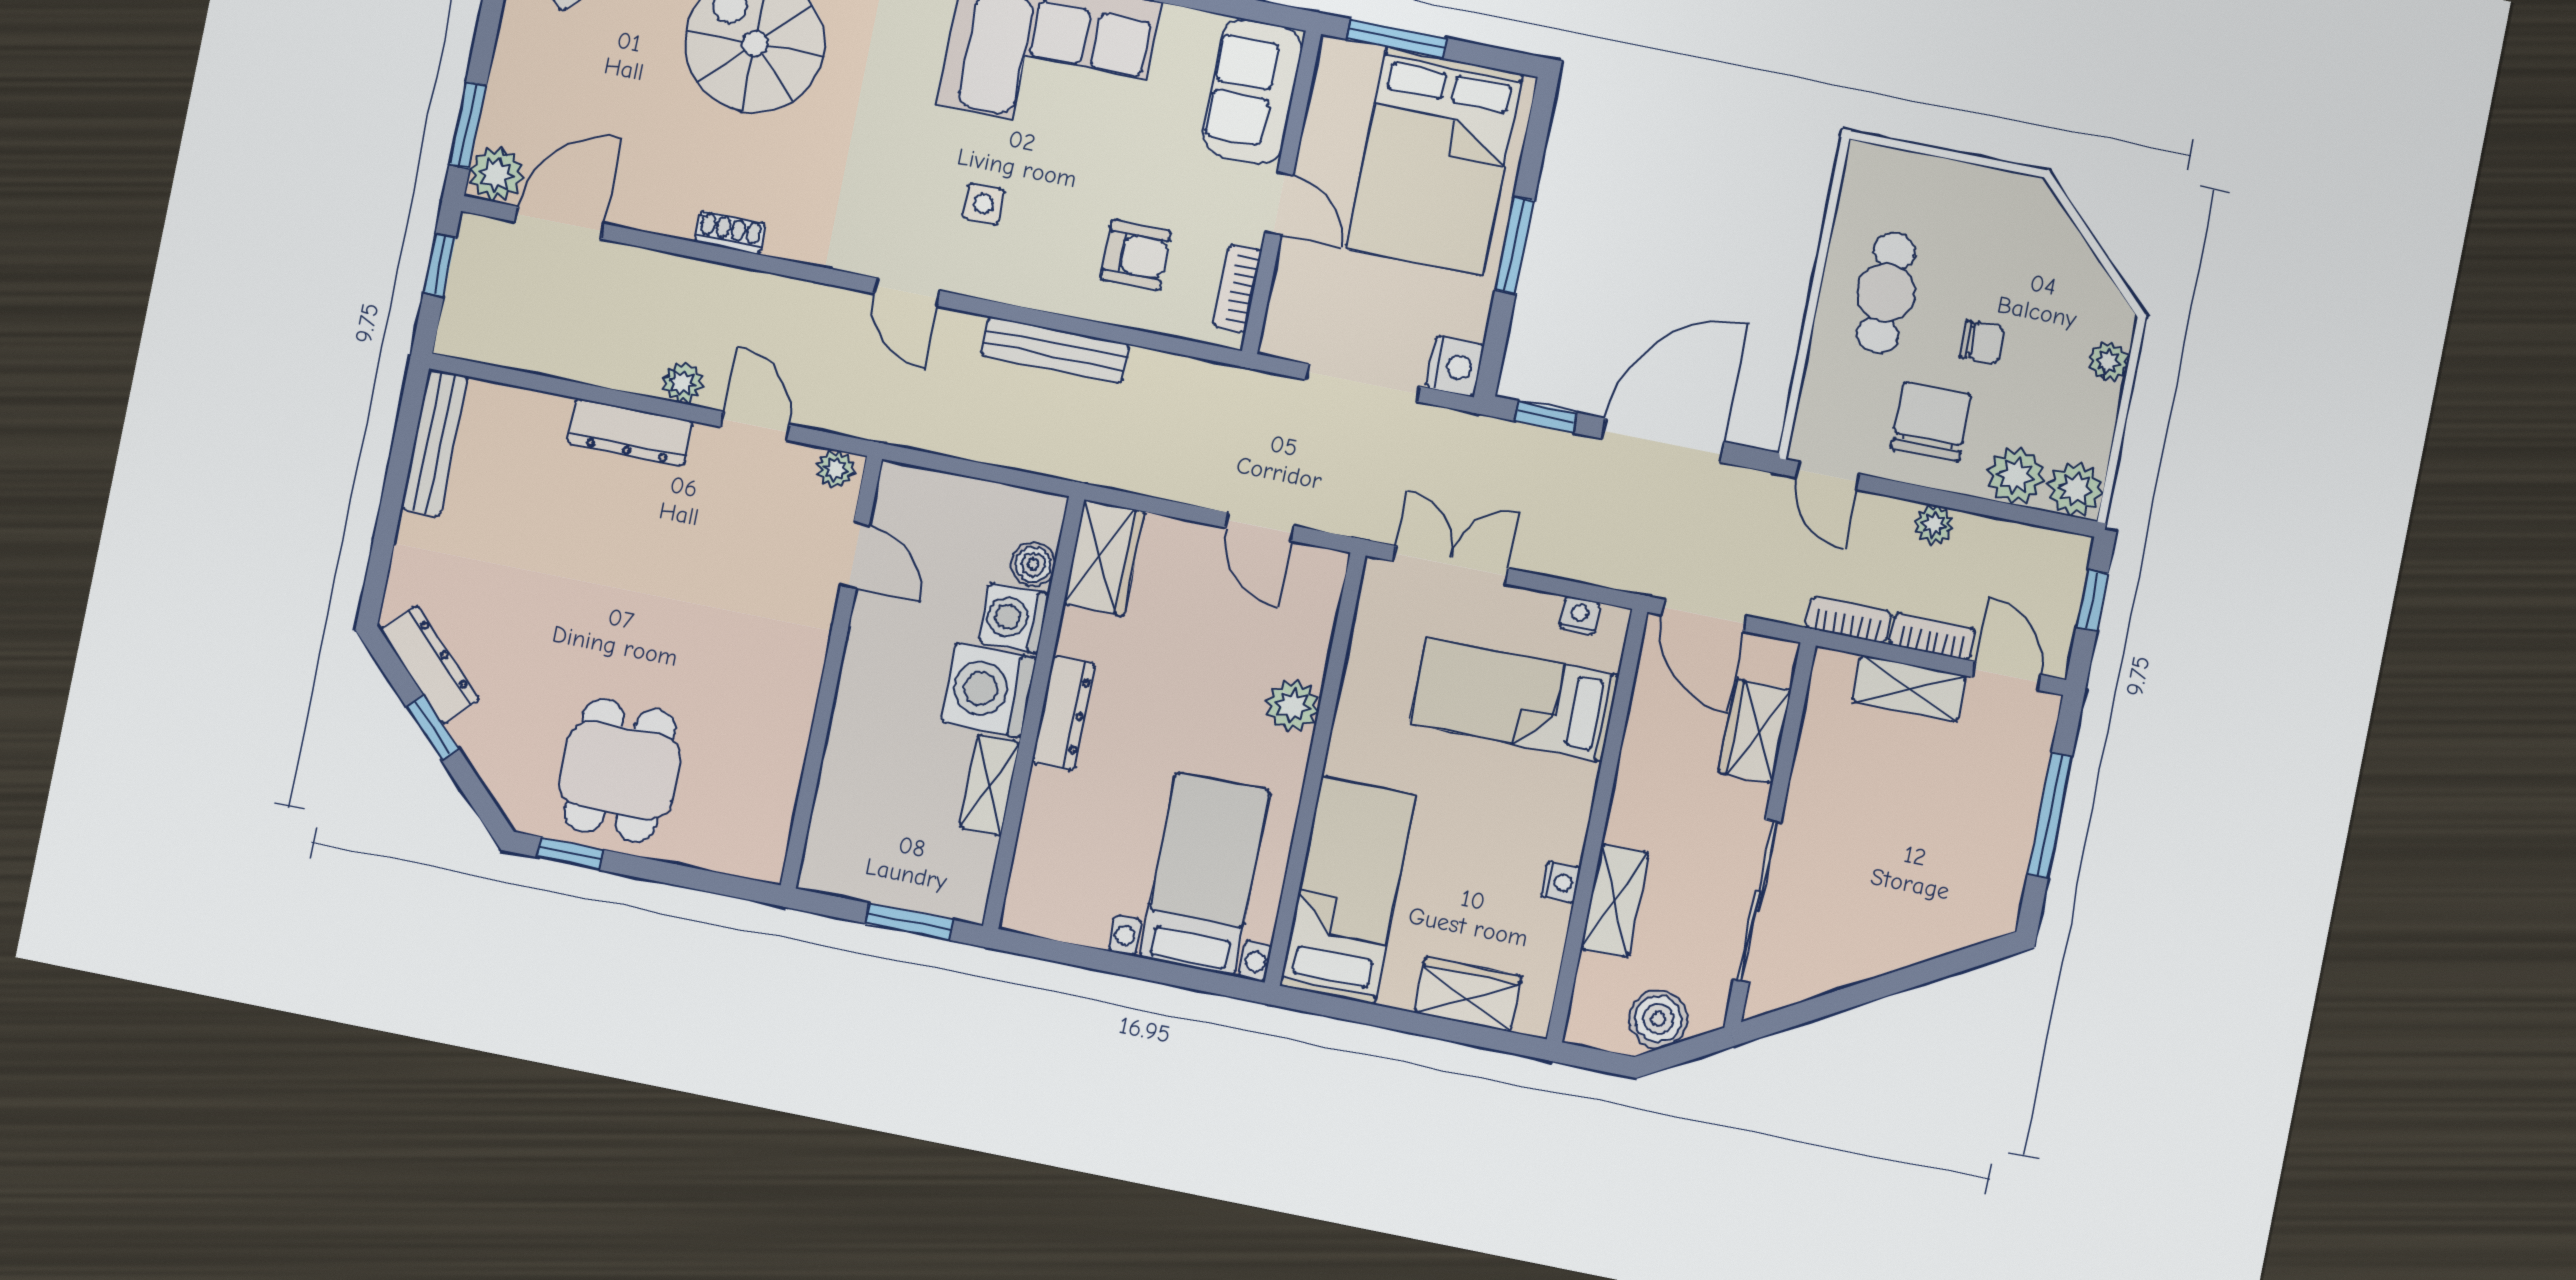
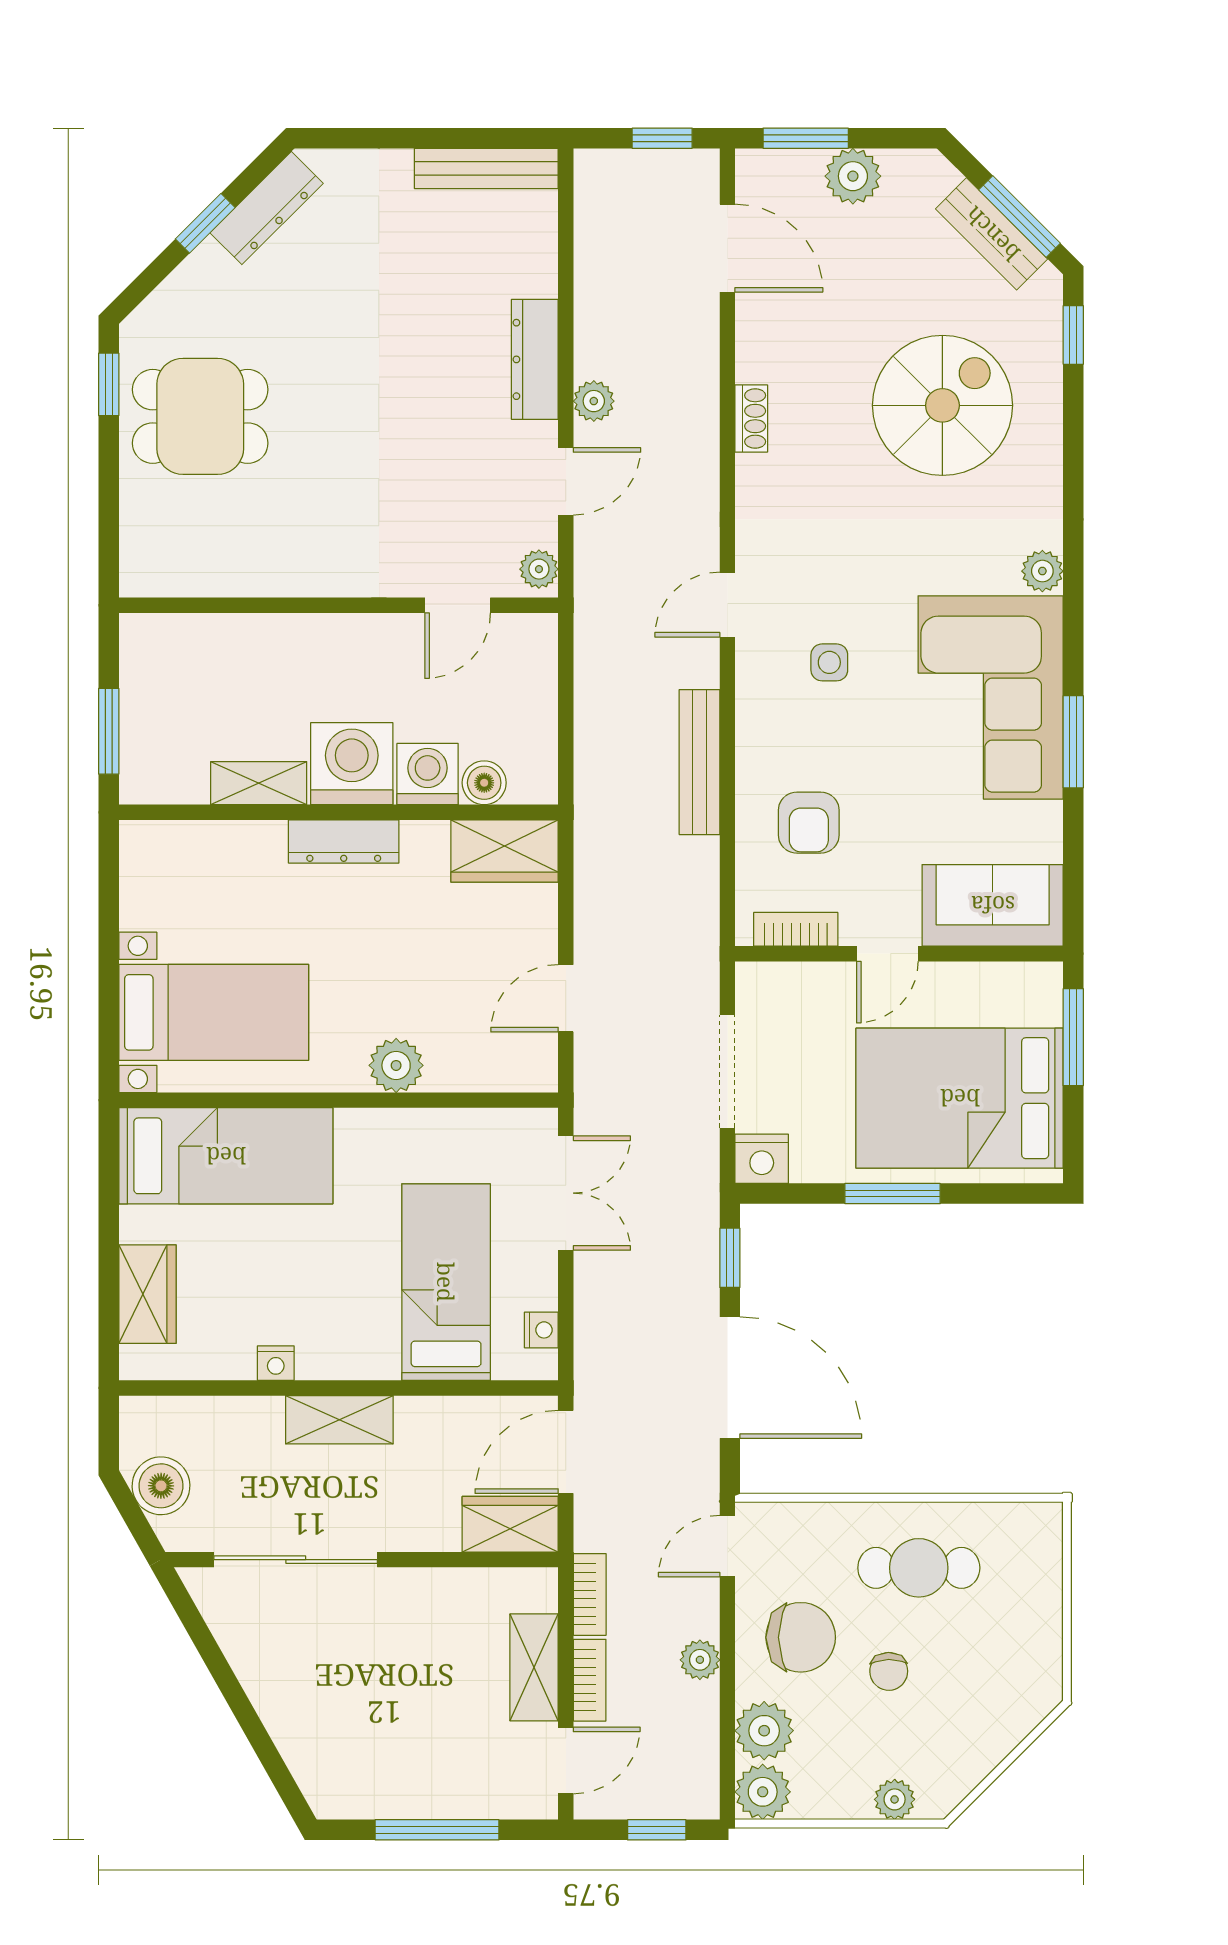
plant: (496, 174) -> (853, 176), moved
wardrobe: (1755, 731) -> (510, 1524), moved
shelving: (1615, 901) -> (339, 1420), moved

